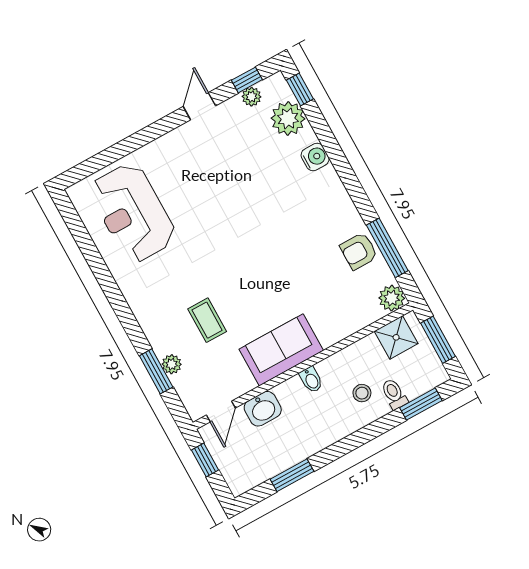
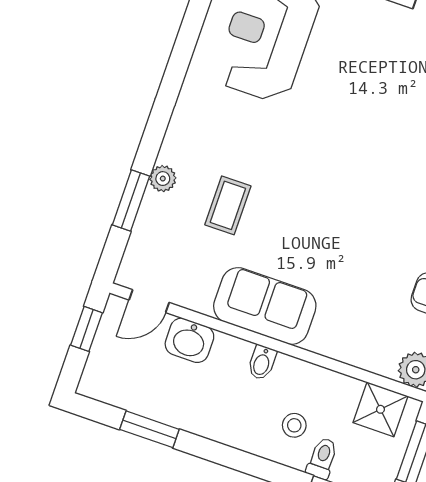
plant: (172, 364) -> (163, 179), moved

